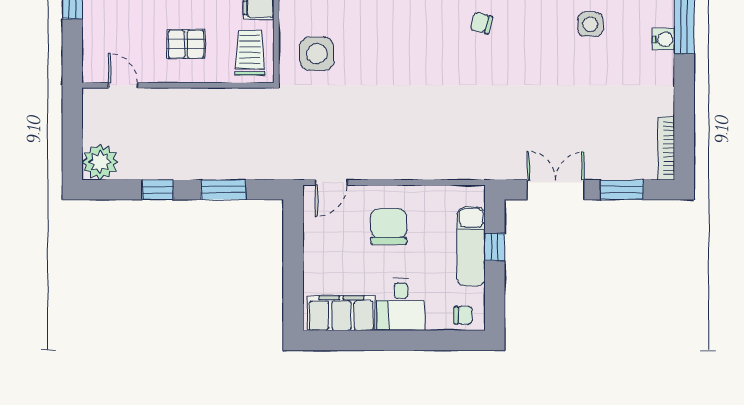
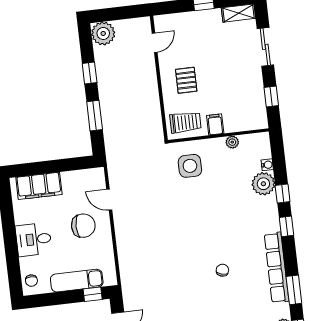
door: (331, 182) -> (109, 200), moved
window: (495, 247) -> (93, 294), moved
filing cabinet: (341, 313) -> (39, 186), moved, turned 90

